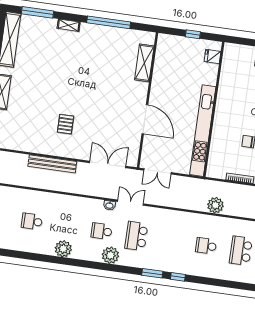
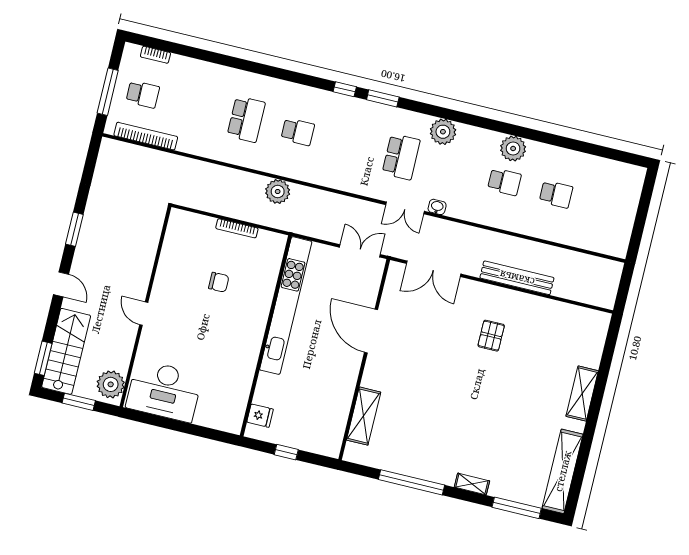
school desk: (102, 231) -> (504, 182), moved

